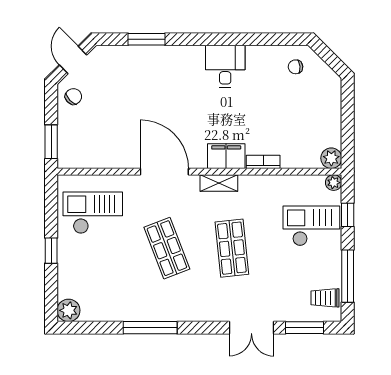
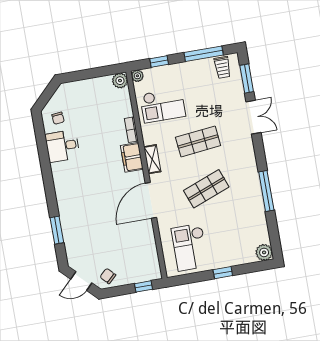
desk: (225, 66) -> (63, 146), moved
window: (51, 142) -> (144, 286), width x0.67
checkout: (311, 226) -> (163, 105), moved, turned -90

